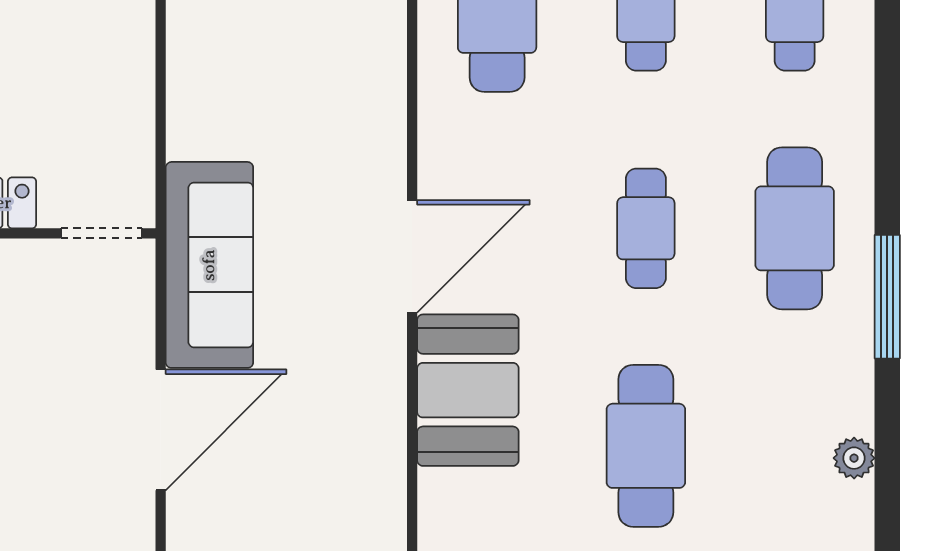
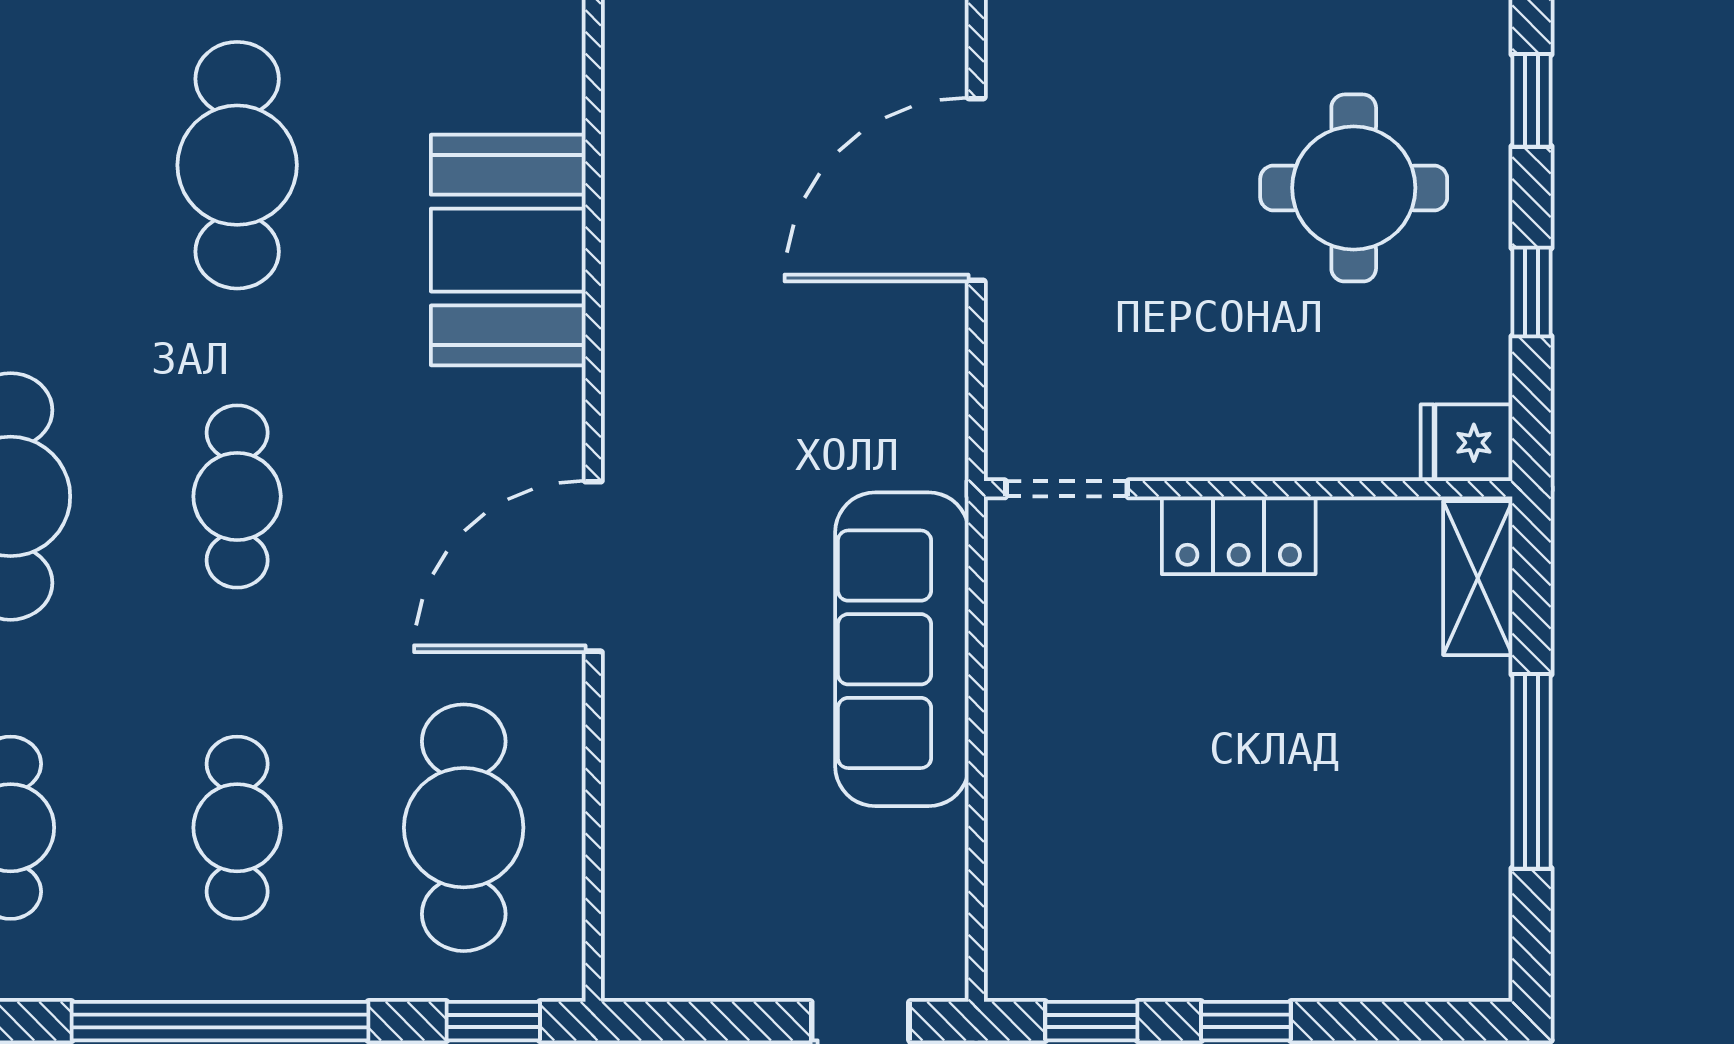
door: (412, 256) -> (593, 566), moved
sofa: (209, 265) -> (902, 649), moved

